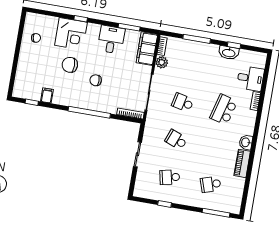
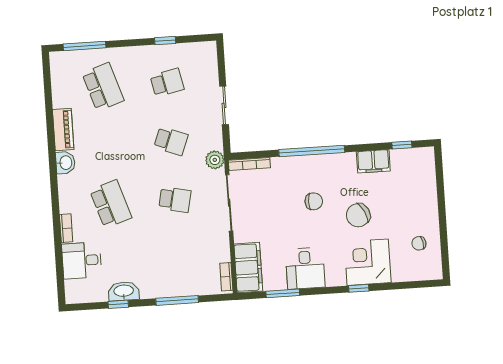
plant: (162, 62) -> (215, 160), moved
chair: (70, 65) -> (358, 215), turned 153
filing cabinet: (47, 96) -> (373, 161), width x2.00
school desk: (224, 110) -> (111, 204), turned -33
school desk: (211, 184) -> (103, 87), width x1.85

